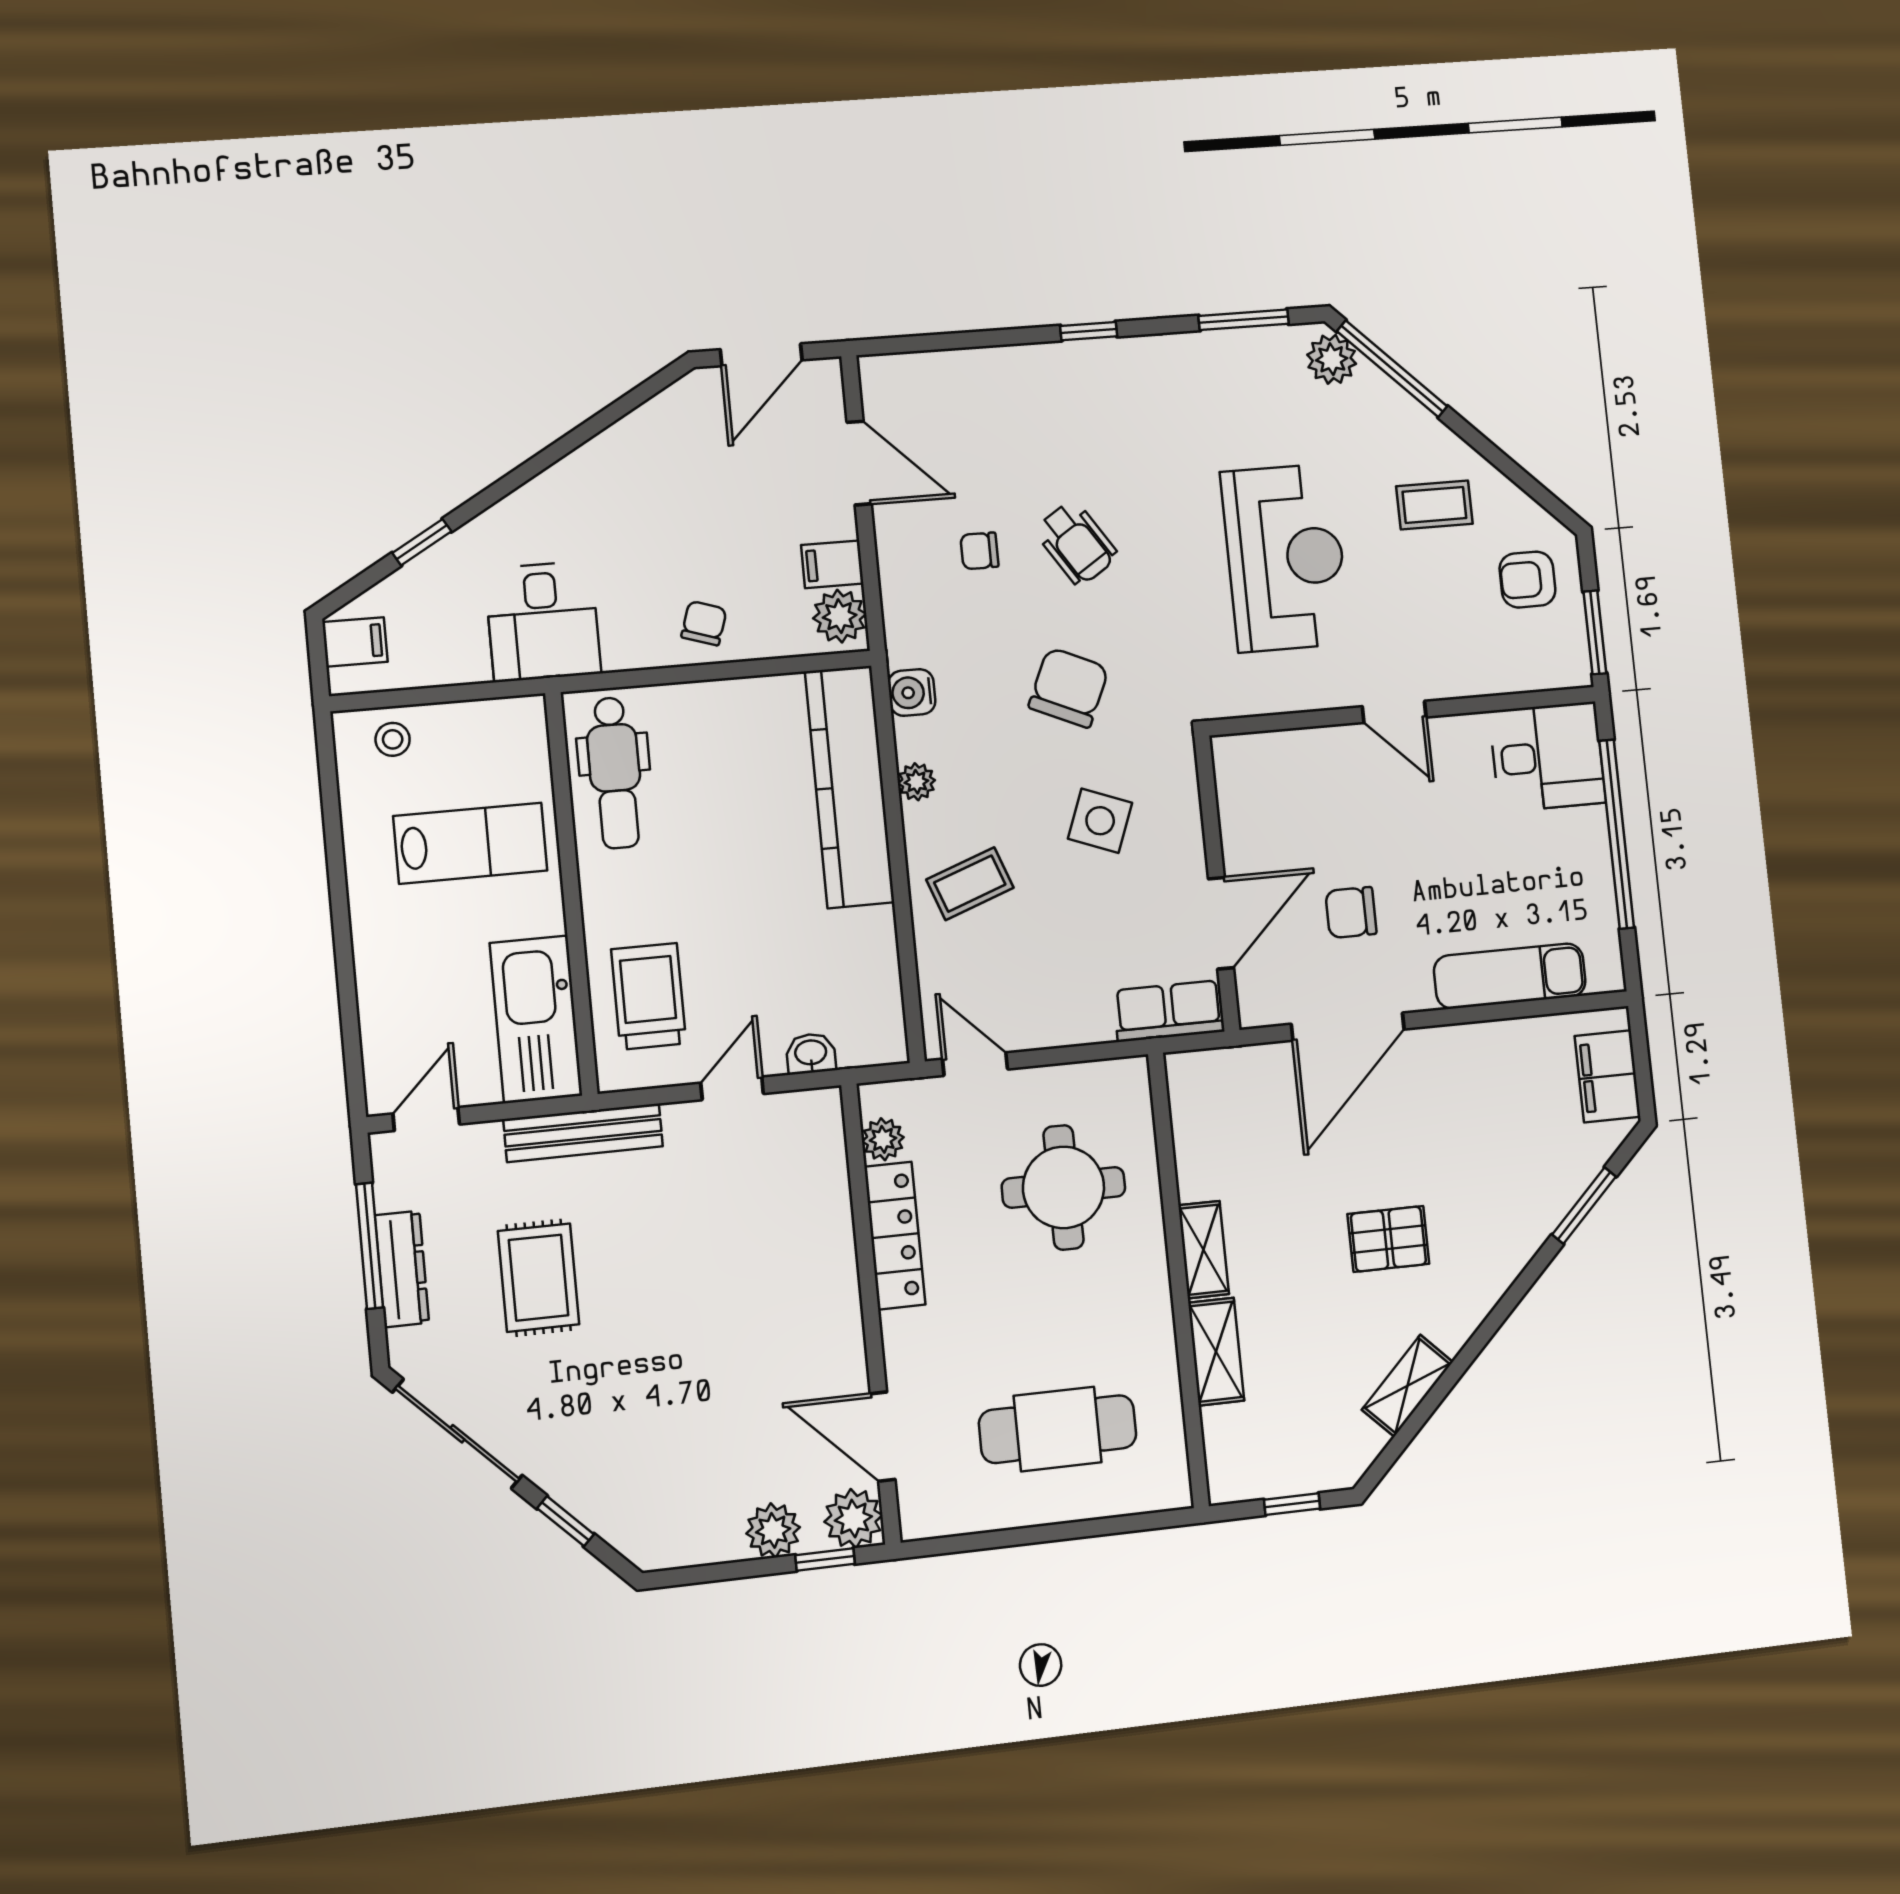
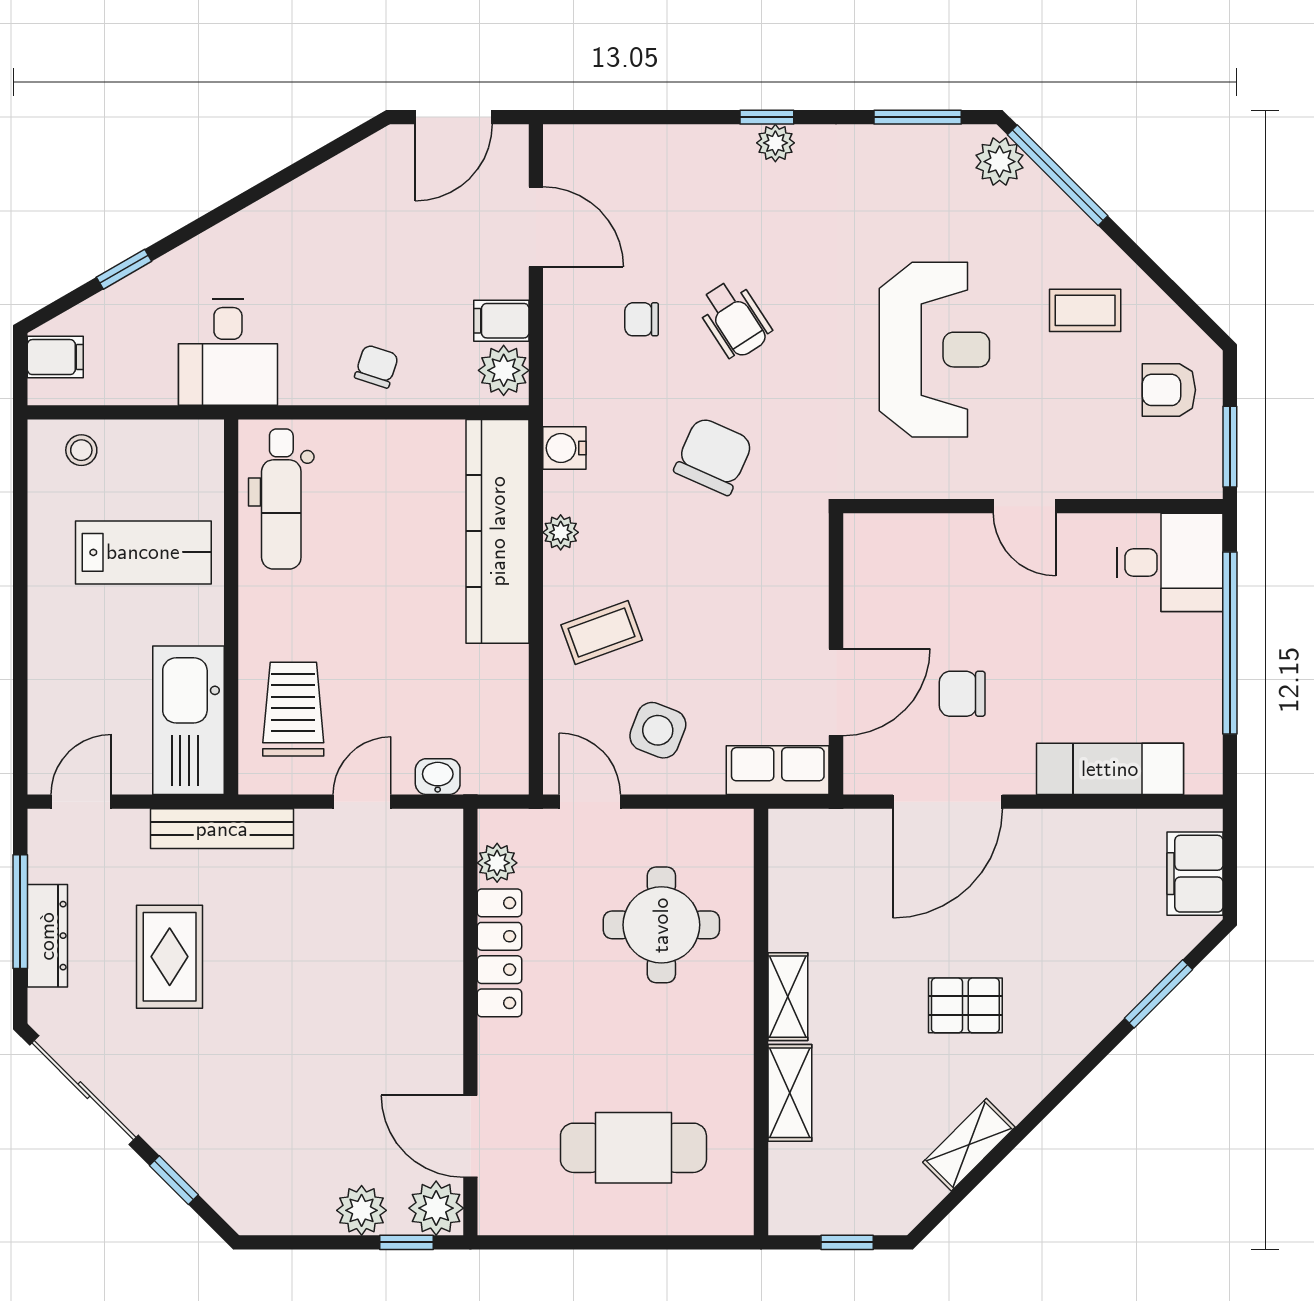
plant: (1100, 357) -> (775, 143), added
side table: (1100, 821) -> (658, 730), moved

